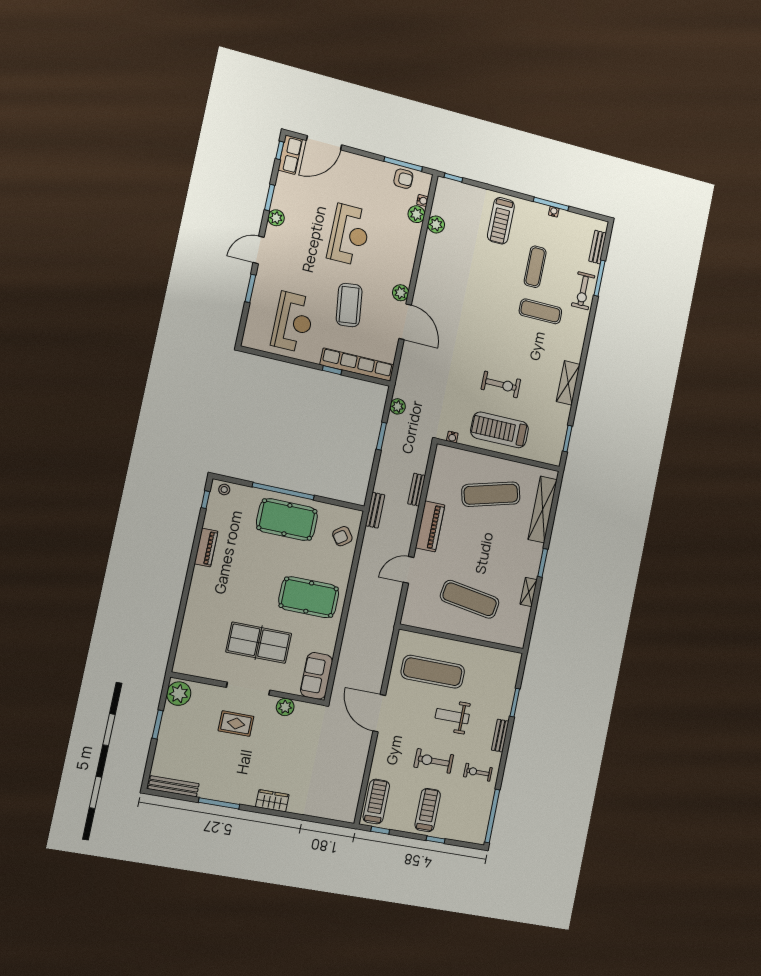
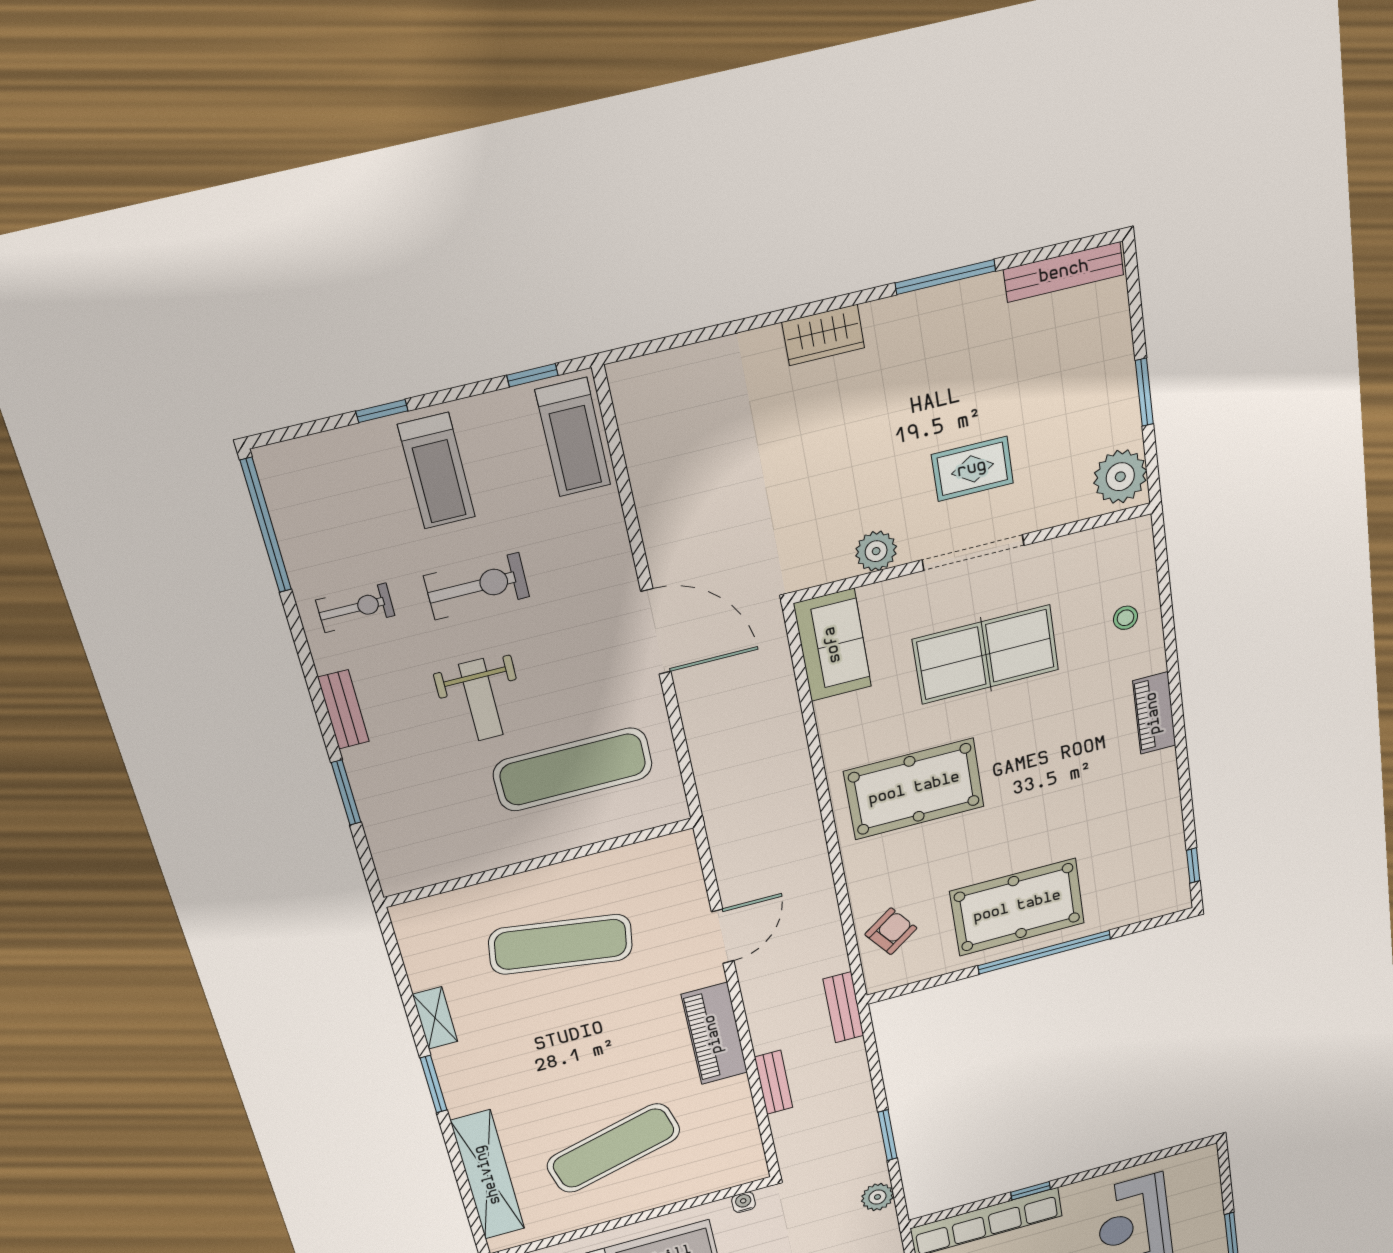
stool: (224, 489) -> (1125, 618), moved
piano: (206, 547) -> (1154, 713), moved
weight bench: (452, 716) -> (481, 700), turned 90

